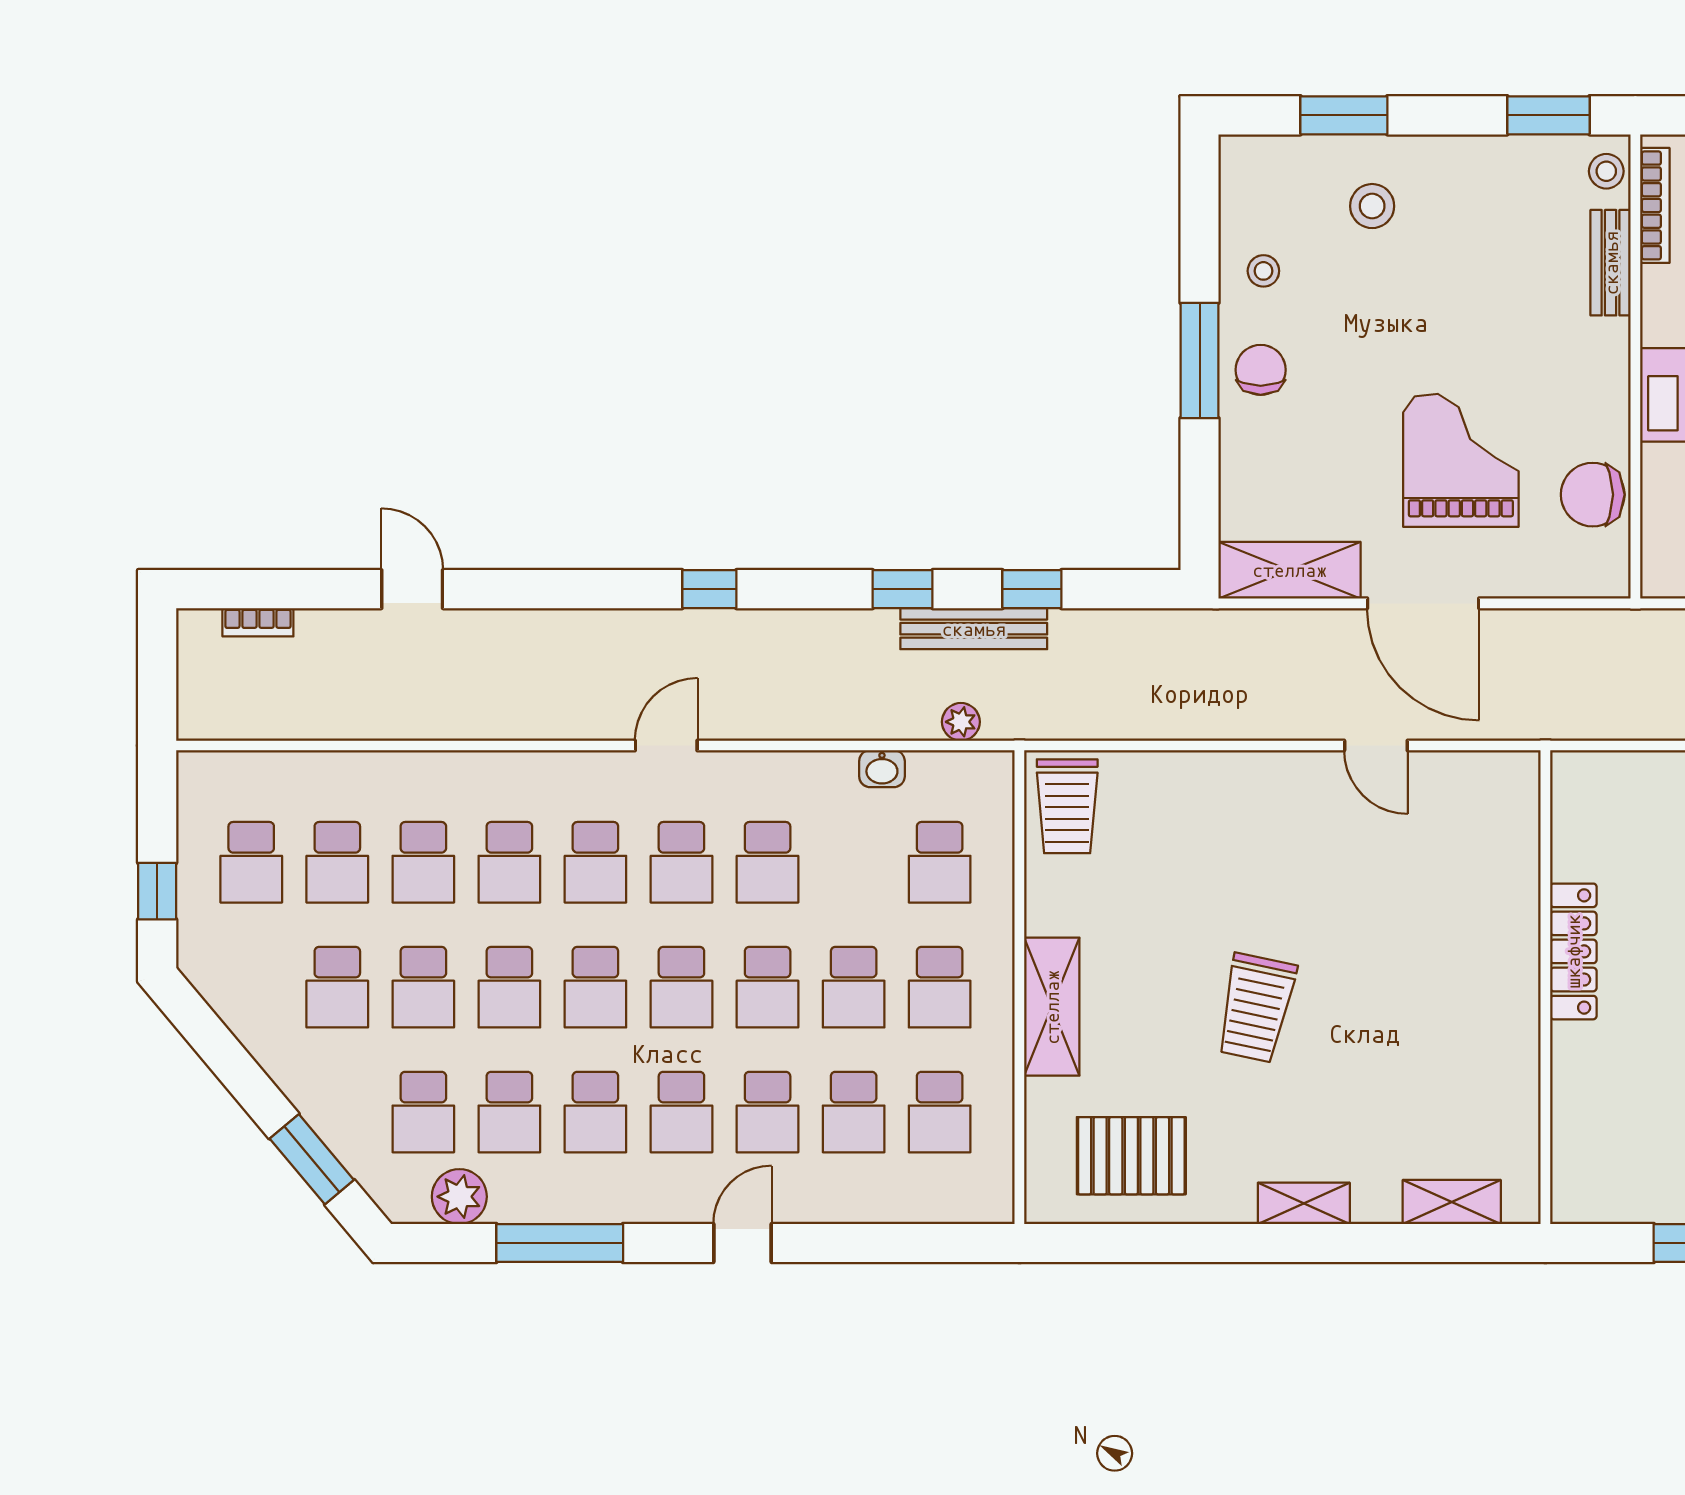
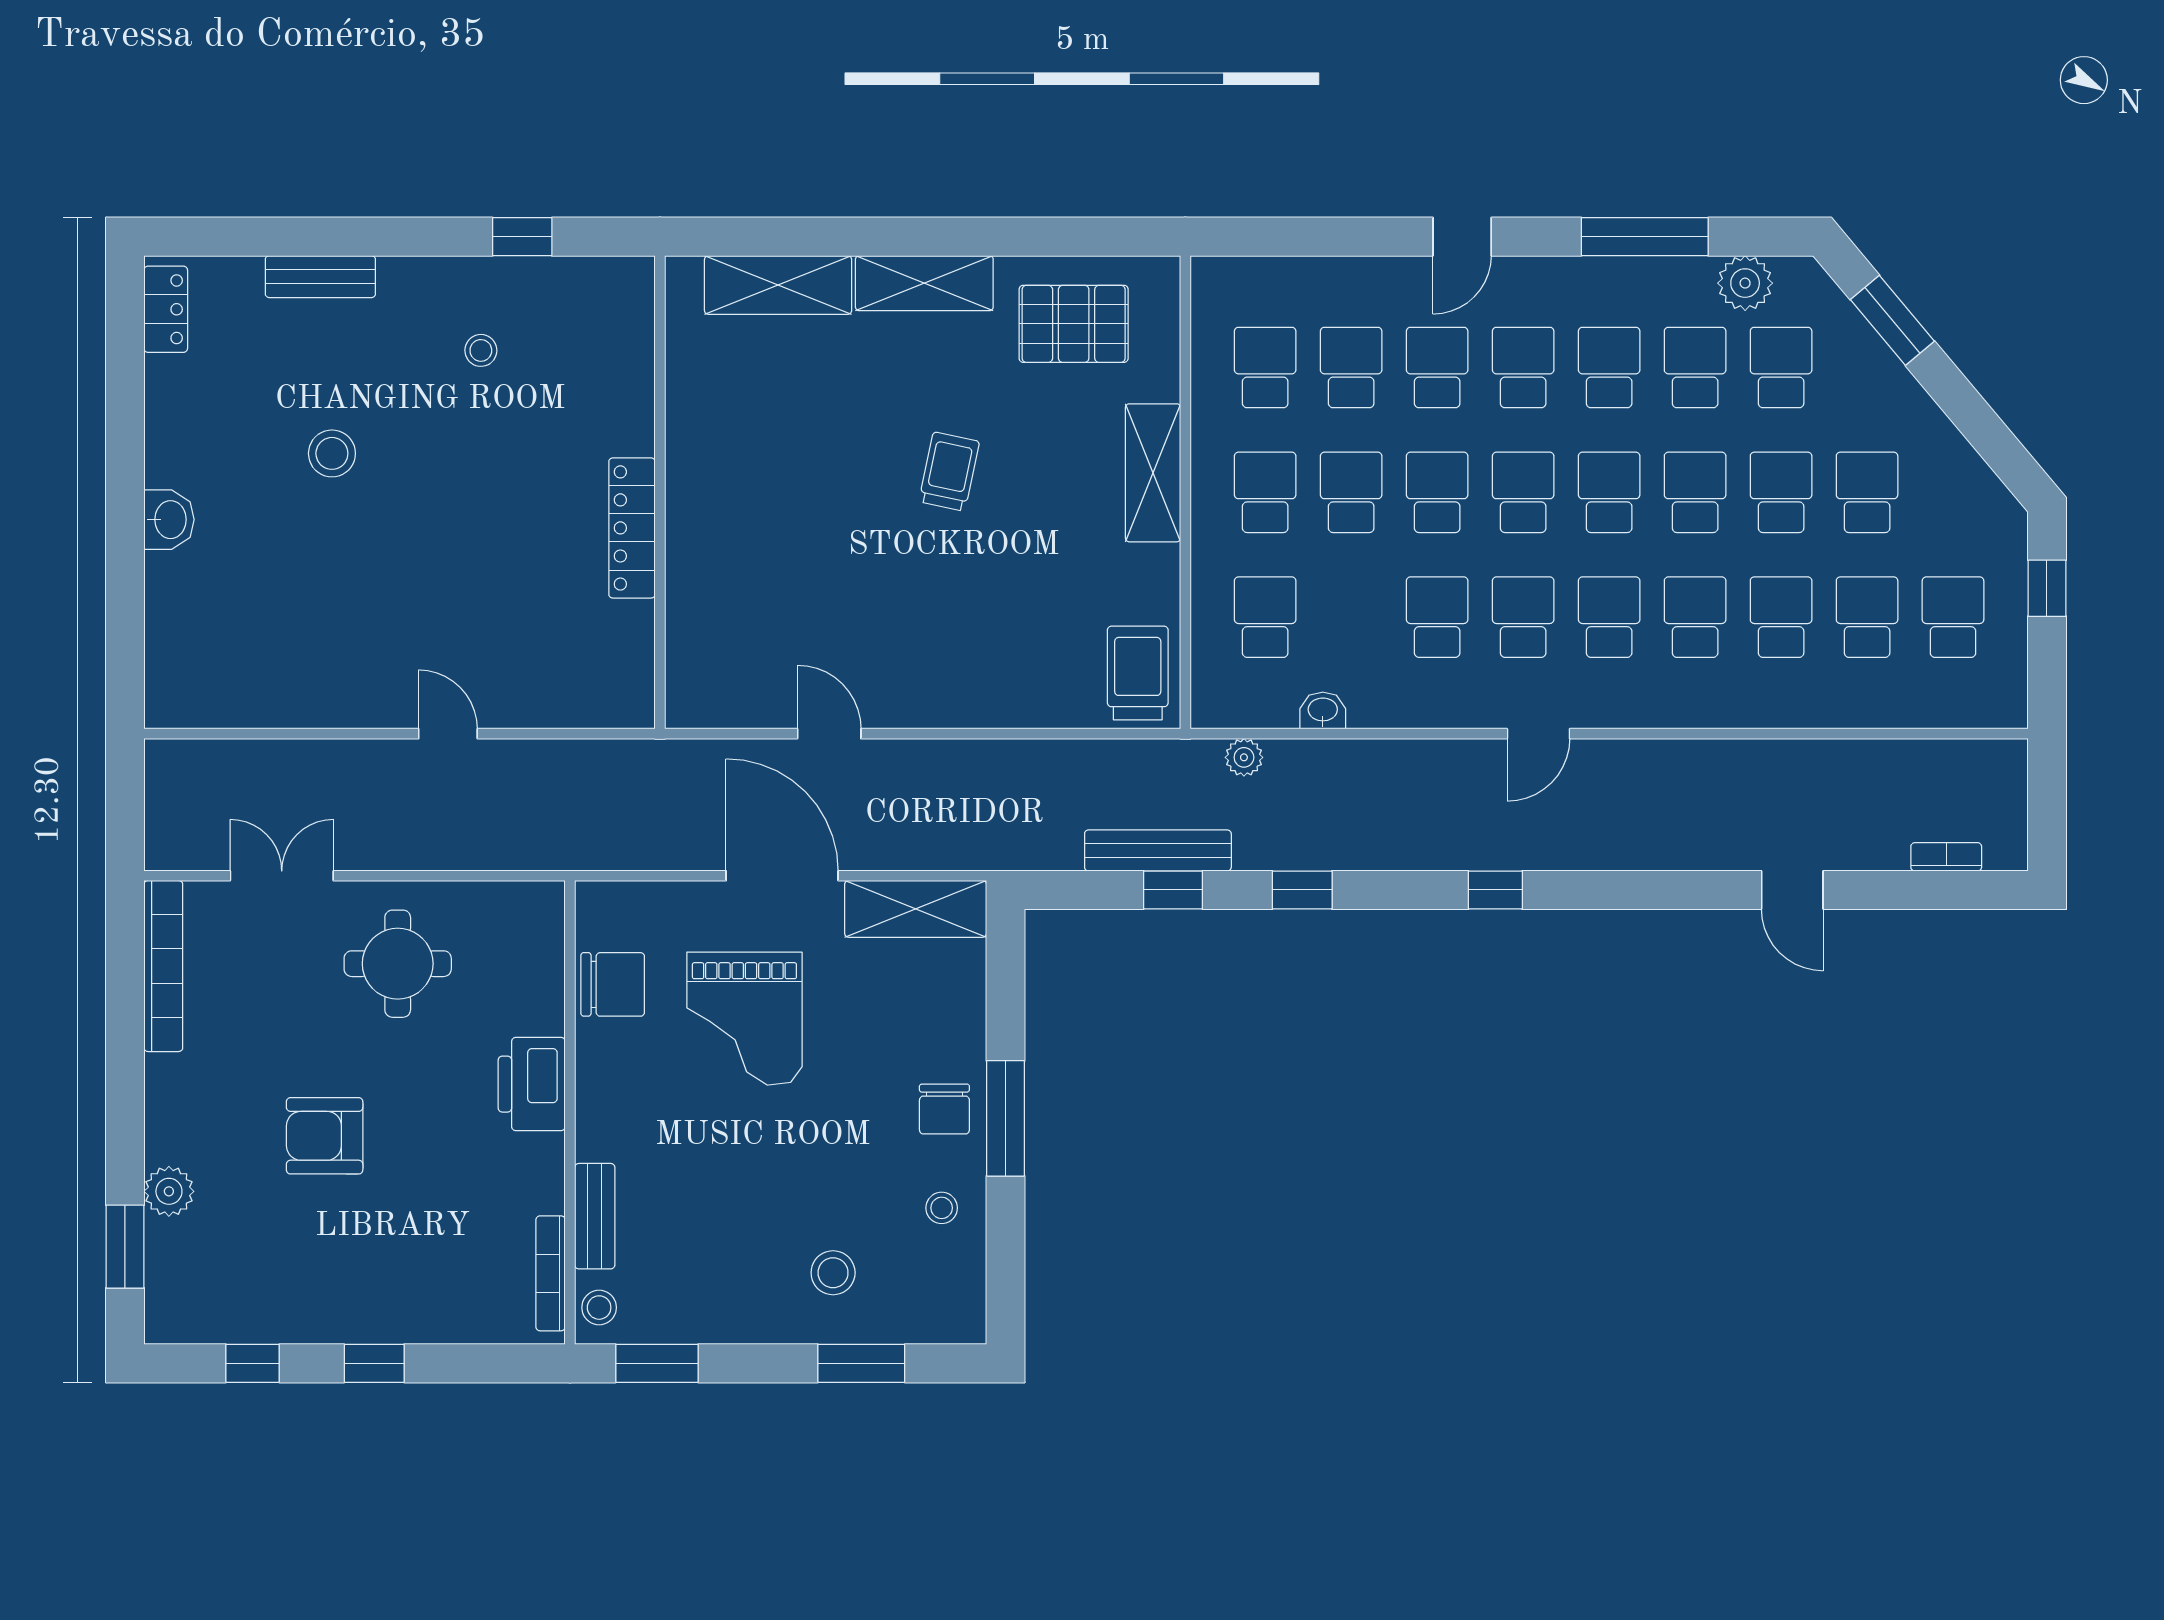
bench: (974, 629) -> (1158, 850), moved
trolley: (1256, 1008) -> (949, 472), width x0.73, depth x0.72
shelving: (1452, 1202) -> (778, 285), width x1.50, depth x1.33
shelving: (1304, 1203) -> (924, 283), width x1.50, depth x1.33

